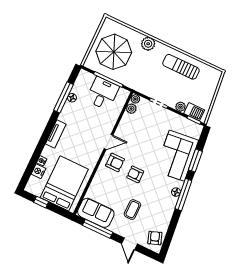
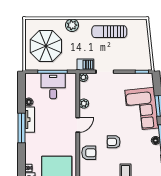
window: (63, 97) -> (21, 128), moved
plant: (180, 107) -> (125, 66), removed
plant: (131, 109) -> (84, 104), moved
barbecue: (194, 112) -> (85, 65), moved
tv unit: (56, 134) -> (30, 120), moved
armchair: (115, 162) -> (89, 153), moved

